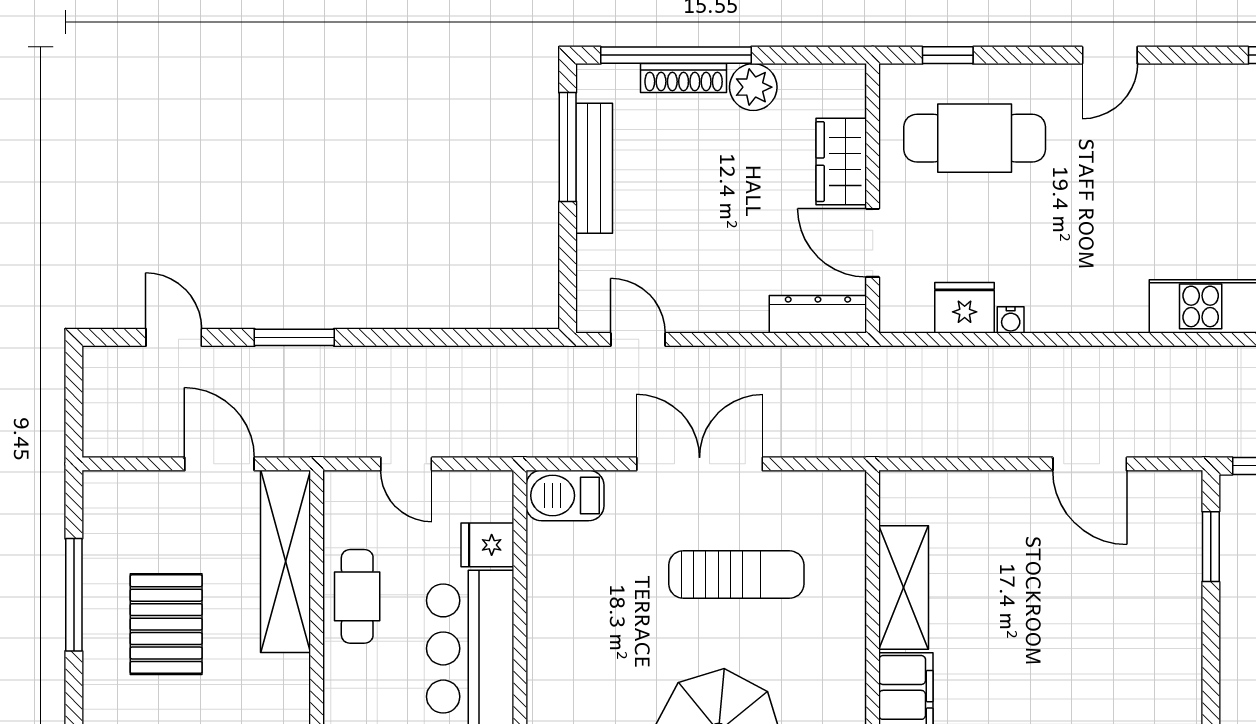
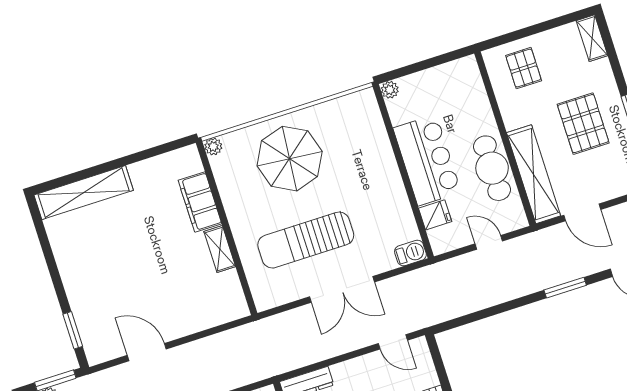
barbecue: (565, 496) -> (410, 253), width x0.73, depth x0.79
sun lounger: (736, 575) -> (306, 240), width x1.36, depth x1.34
shelving: (904, 587) -> (220, 249), width x0.67, depth x0.75
cafe table: (357, 596) -> (492, 168), width x1.37, depth x1.35

